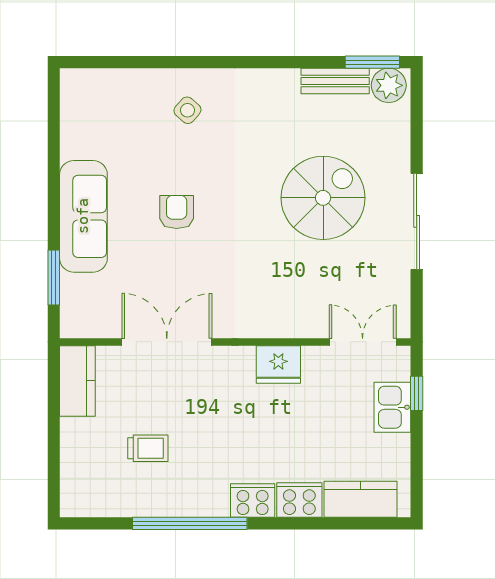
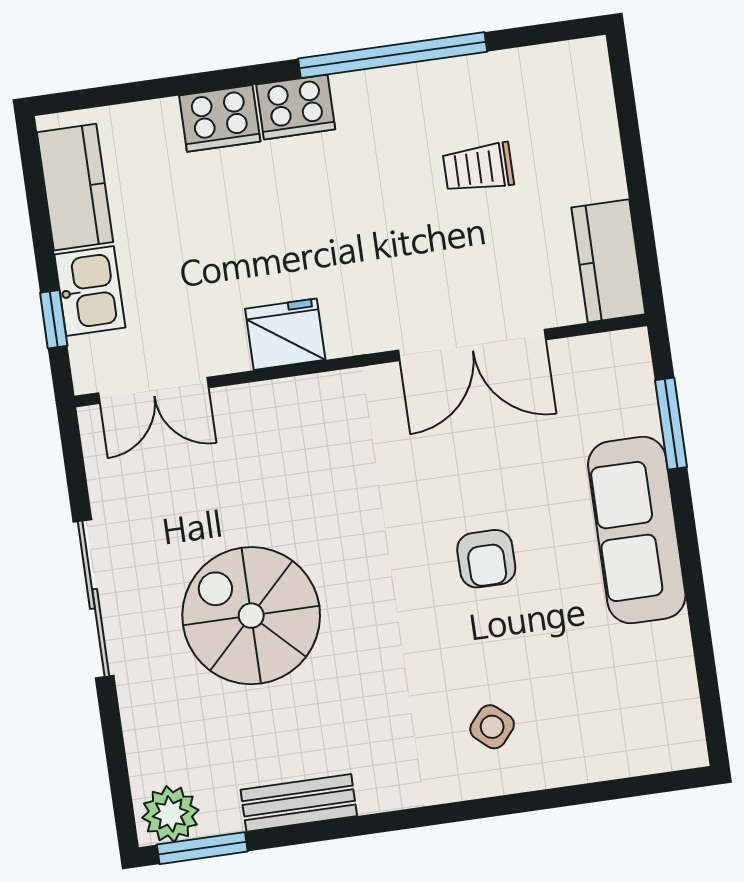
bench: (335, 81) -> (299, 803), moved
spiral stairs: (323, 198) -> (251, 616), turned 90
kitchen counter: (361, 499) -> (75, 187), moved, turned -90

